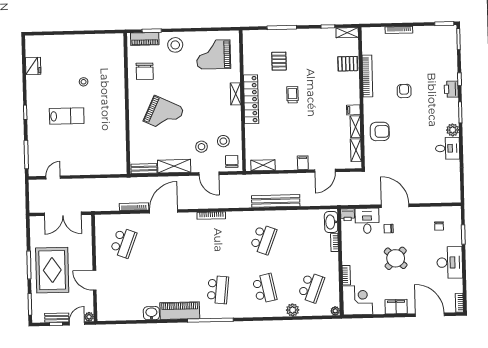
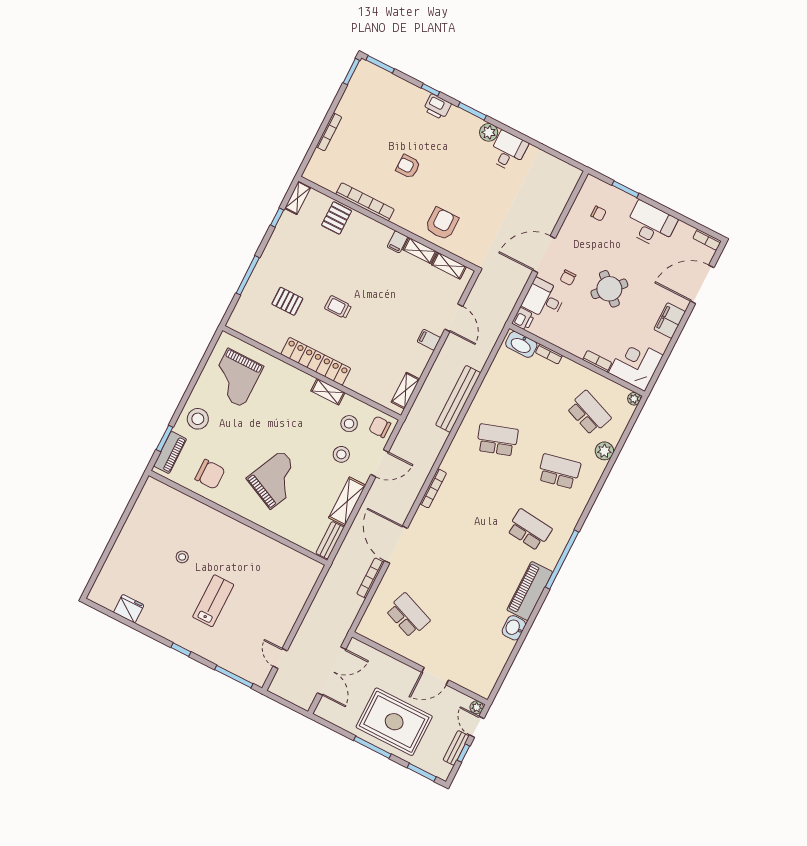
shelving: (236, 94) -> (328, 392), moved
school desk: (263, 239) -> (497, 440), turned -39

